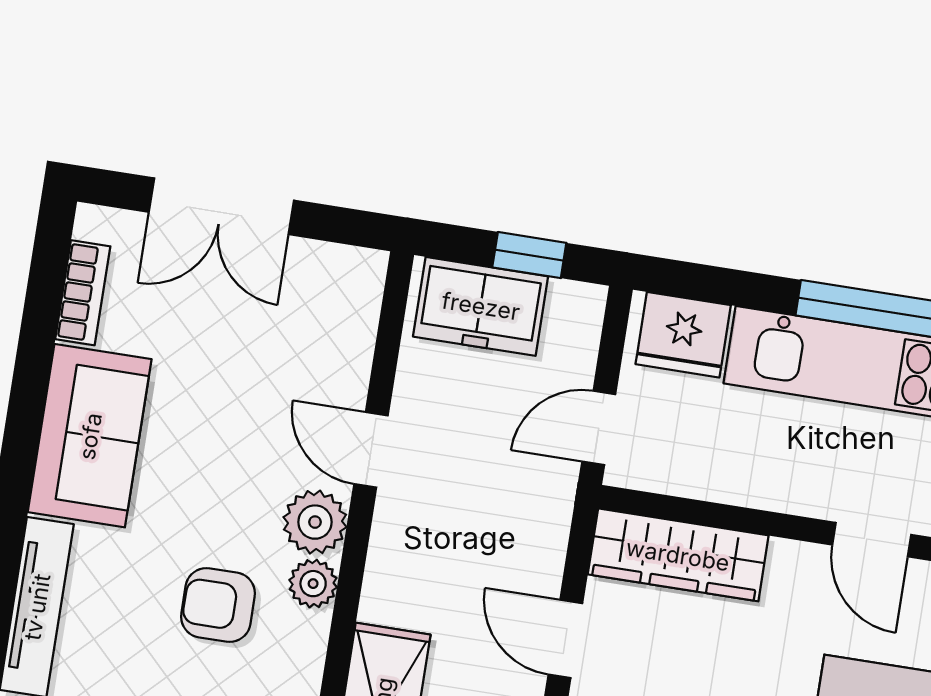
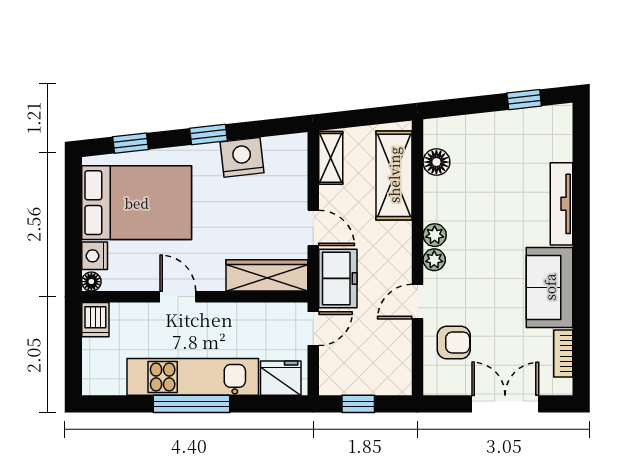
freezer: (481, 306) -> (338, 278), moved, turned 90
door: (371, 450) -> (418, 302), swing flipped
plant: (315, 522) -> (434, 260), width x0.73, depth x0.73
armchair: (218, 605) -> (454, 343), moved

